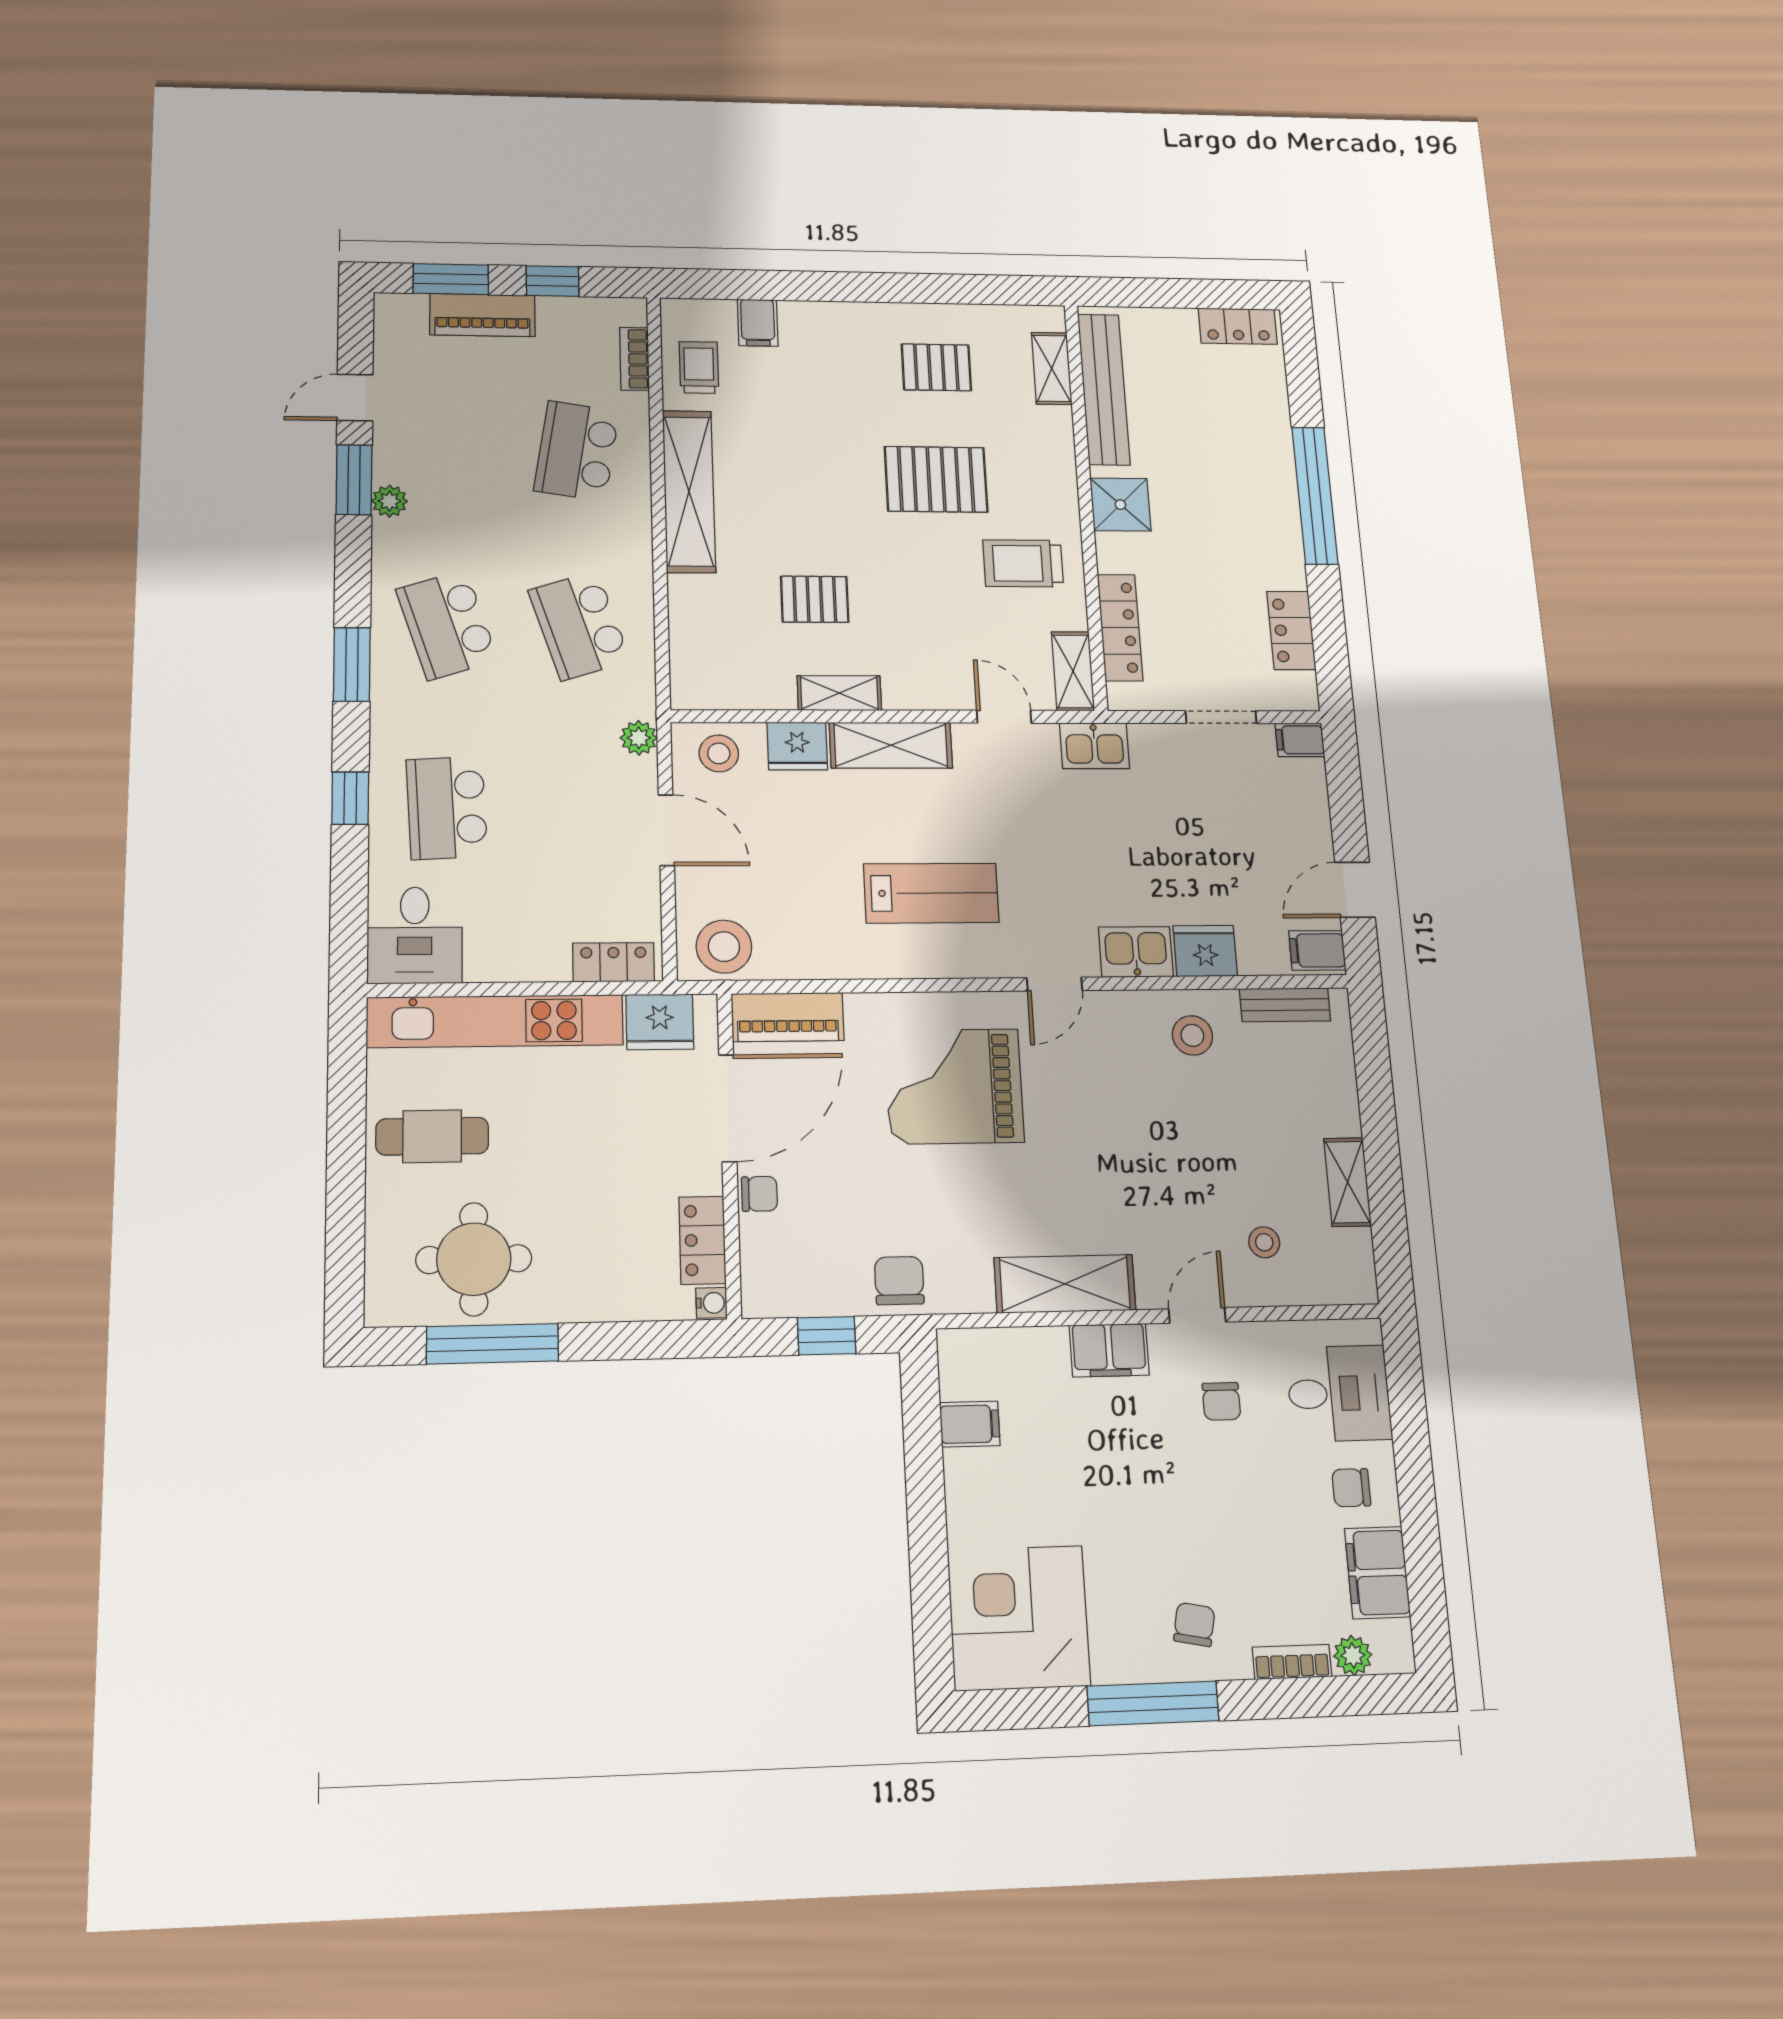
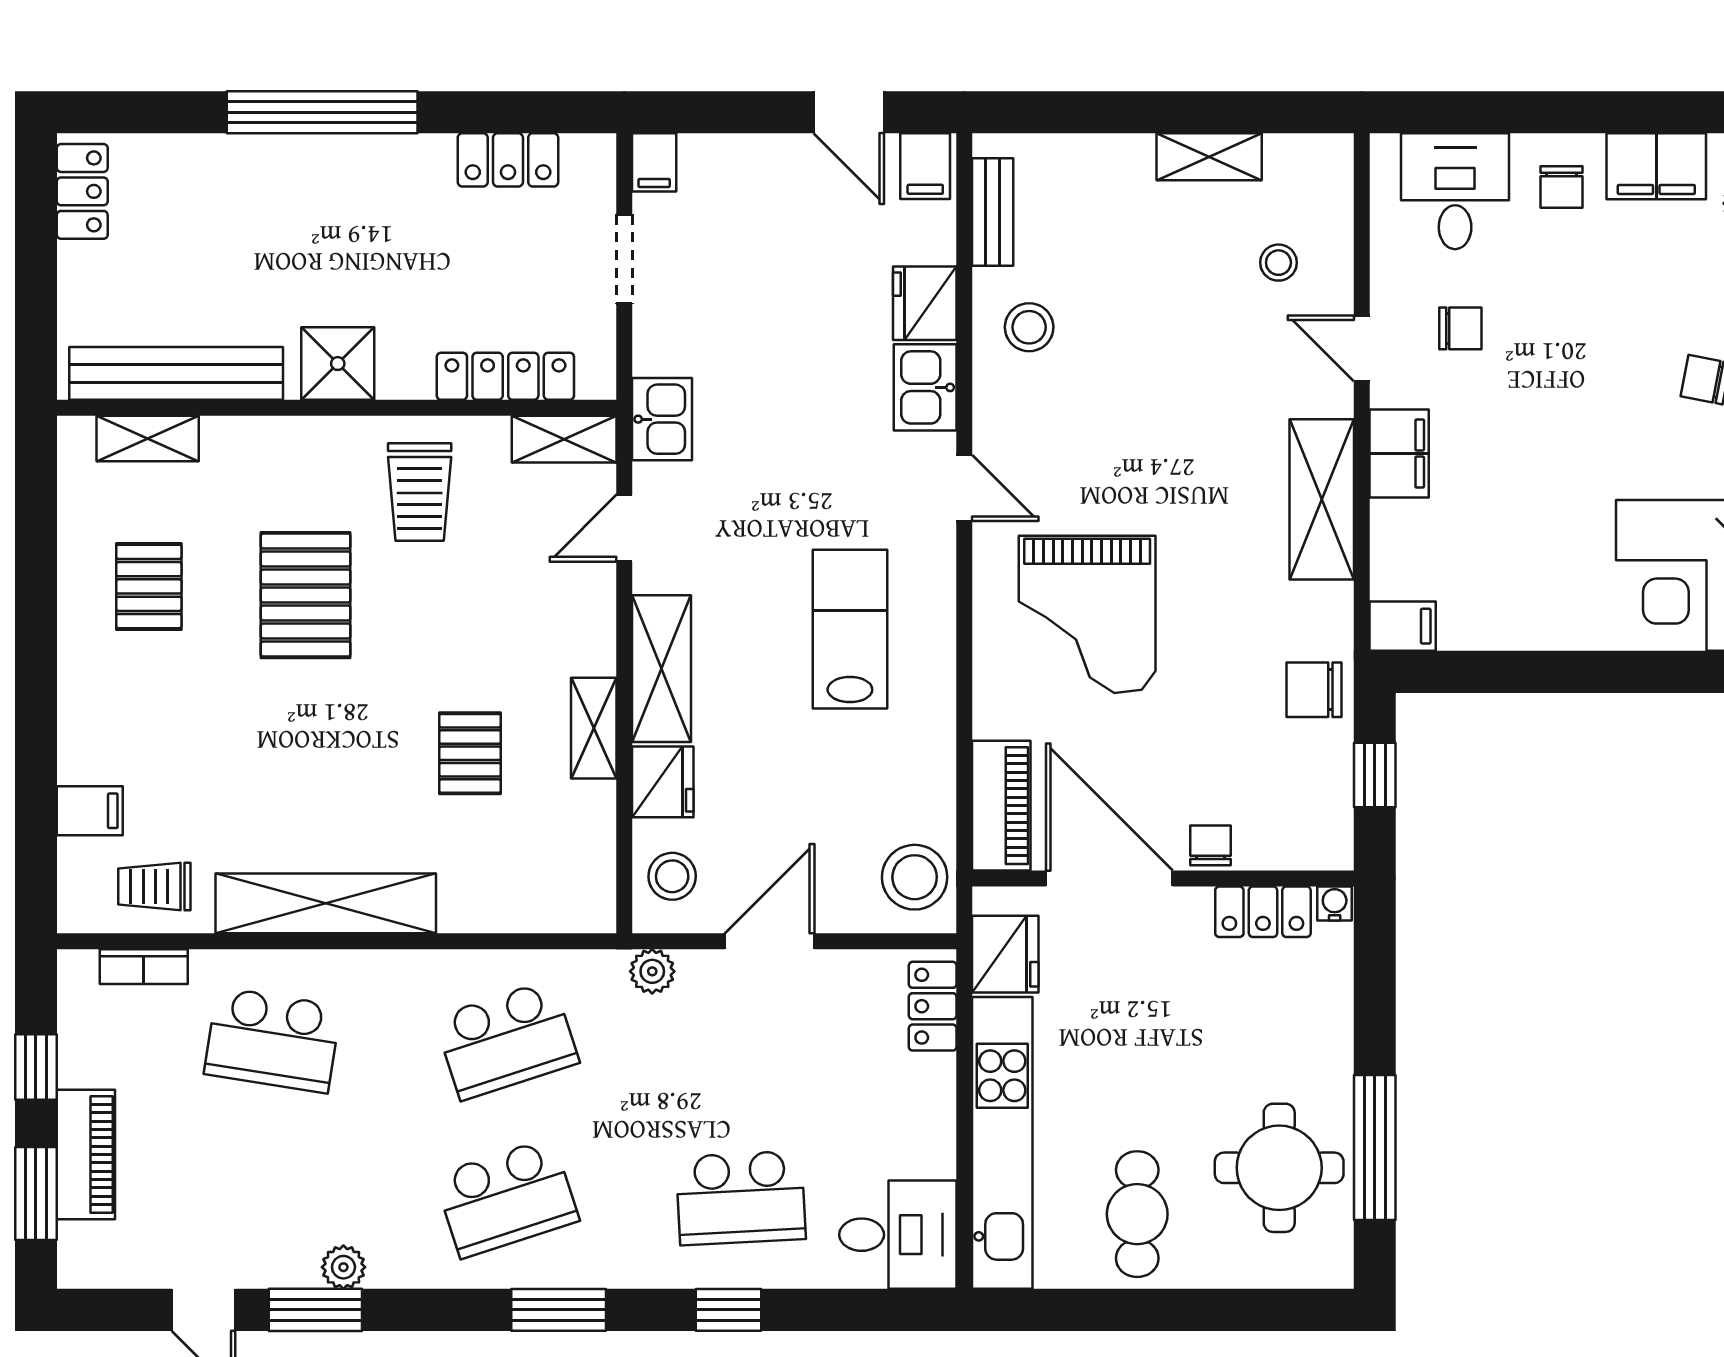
filing cabinet: (970, 1424) -> (1403, 626), moved, turned 90

